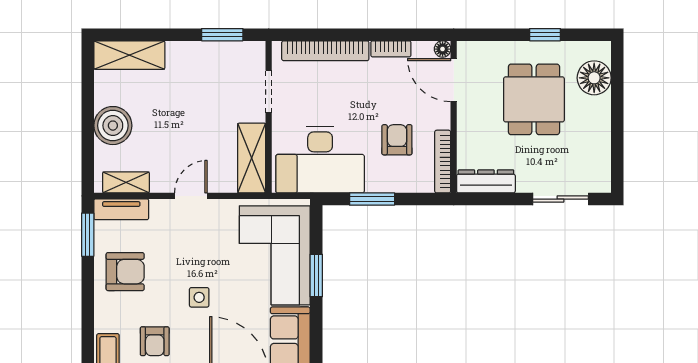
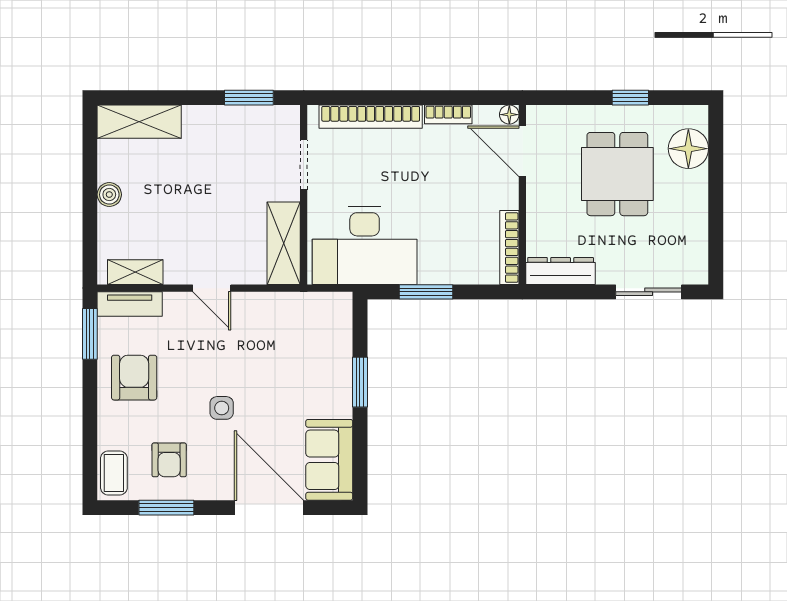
boiler: (113, 126) -> (109, 195), width x0.54, depth x0.54
armchair: (397, 140) -> (455, 222), removed
door: (191, 196) -> (212, 288), swing flipped
corner sofa: (275, 255) -> (311, 358), removed
armchair: (125, 272) -> (134, 378), turned -90

